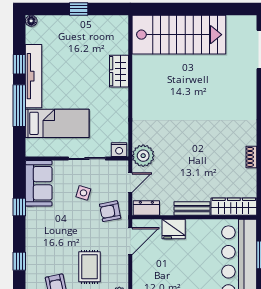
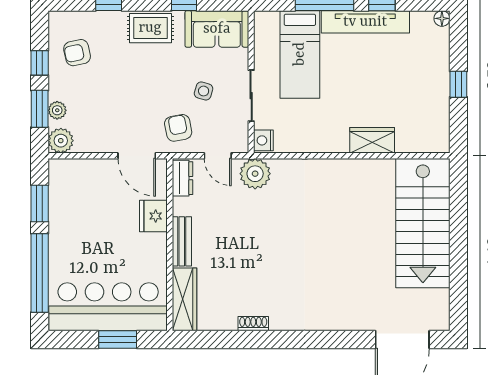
rug: (89, 267) -> (150, 28), moved

